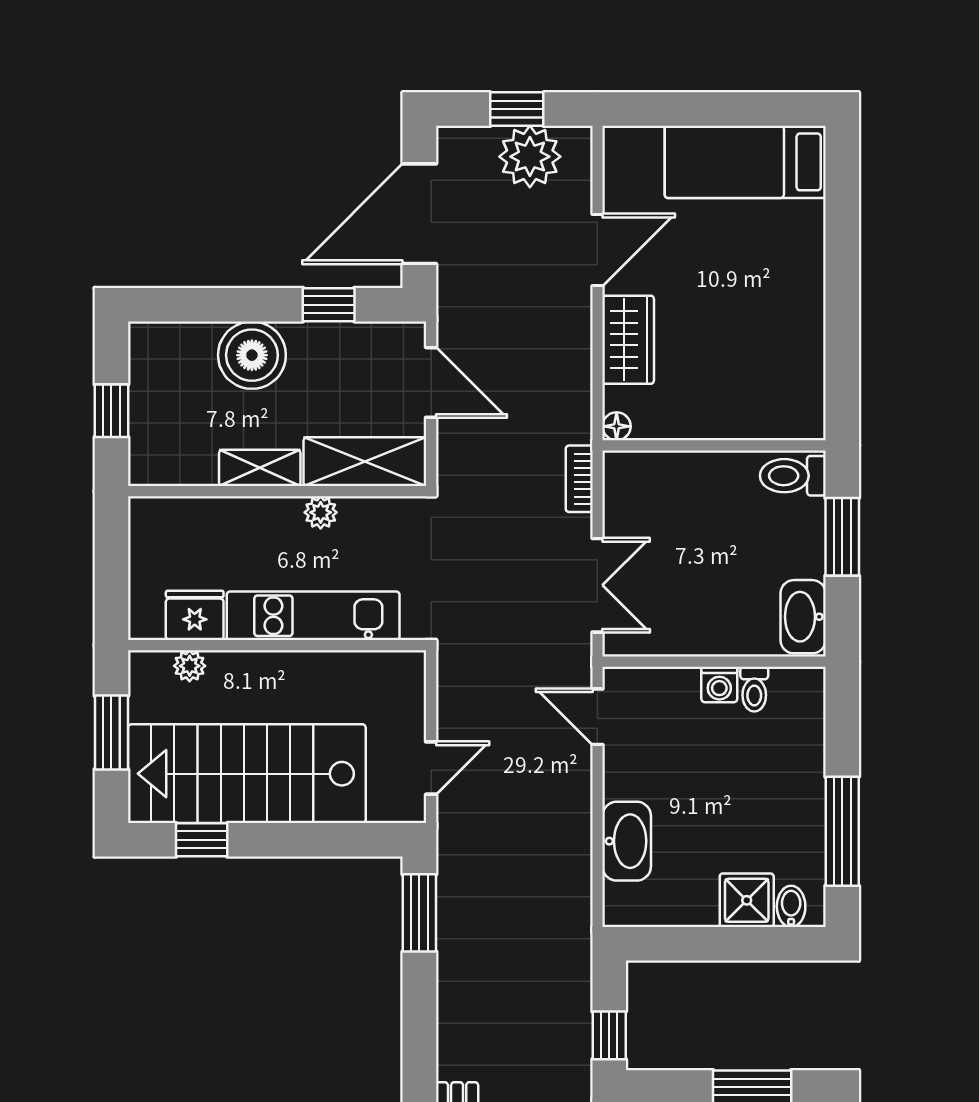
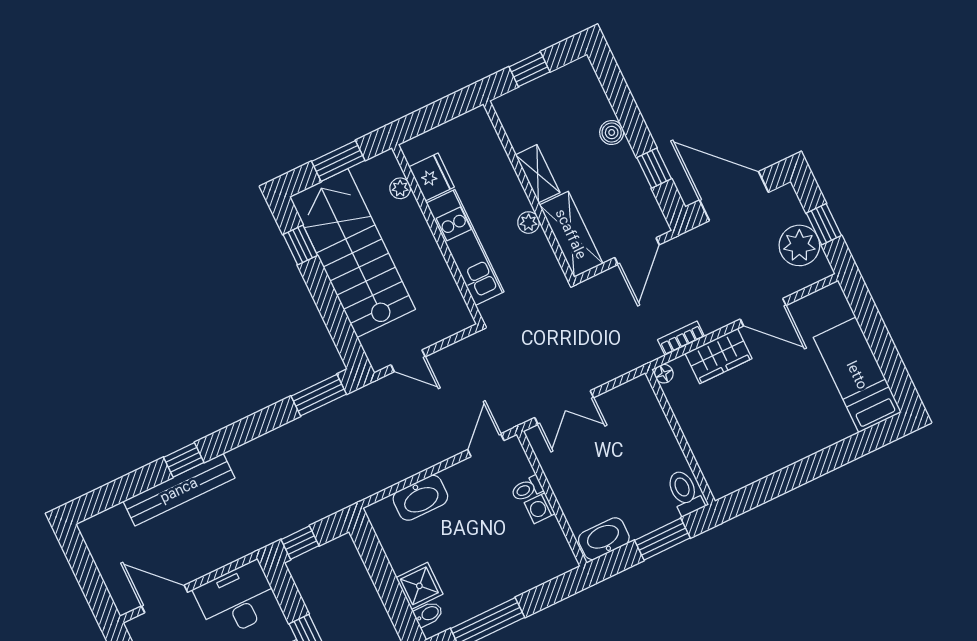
boiler: (252, 355) -> (612, 132), width x0.54, depth x0.54
bookcase: (579, 479) -> (681, 338), moved
toilet: (754, 689) -> (527, 489), moved

